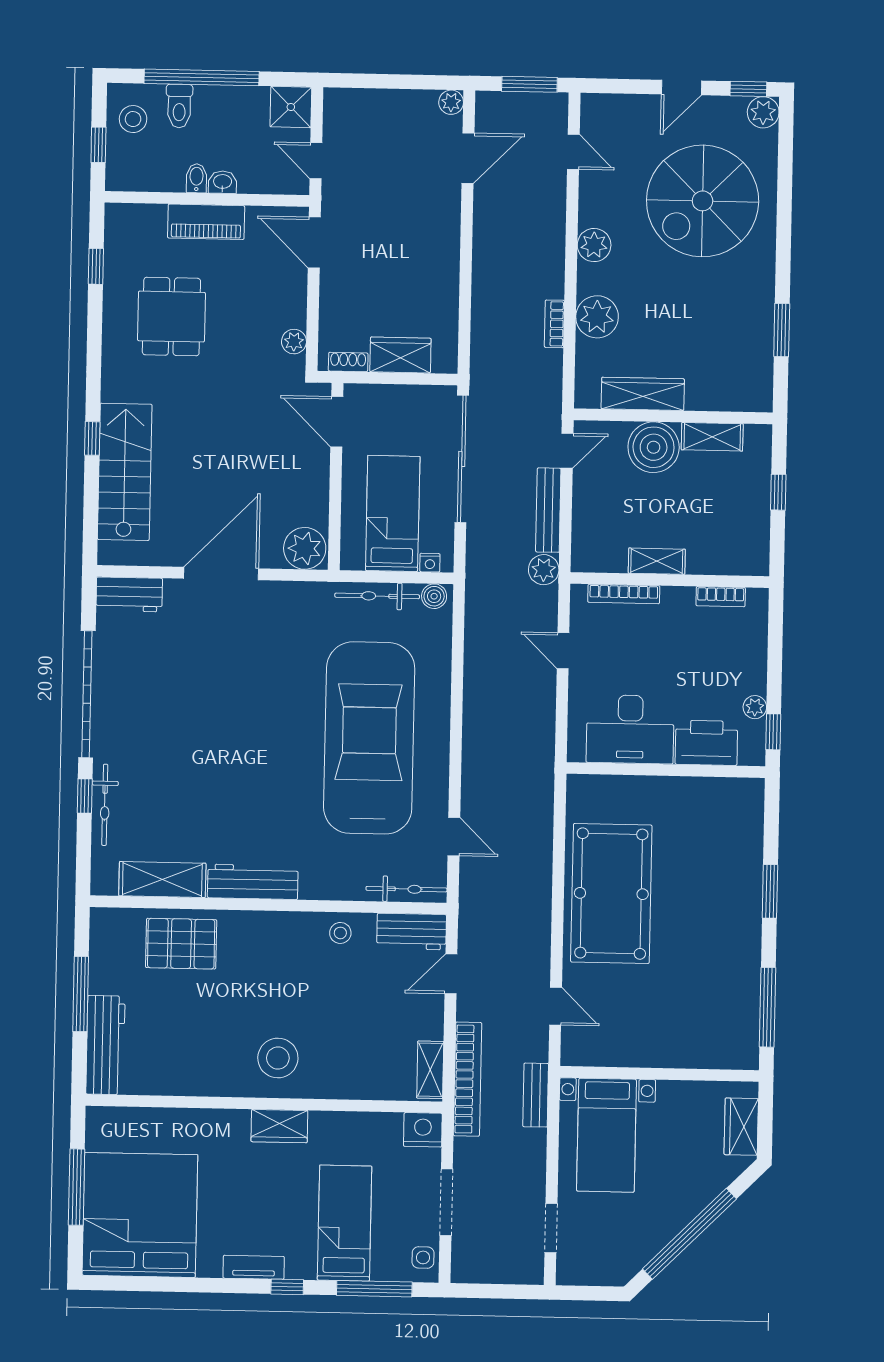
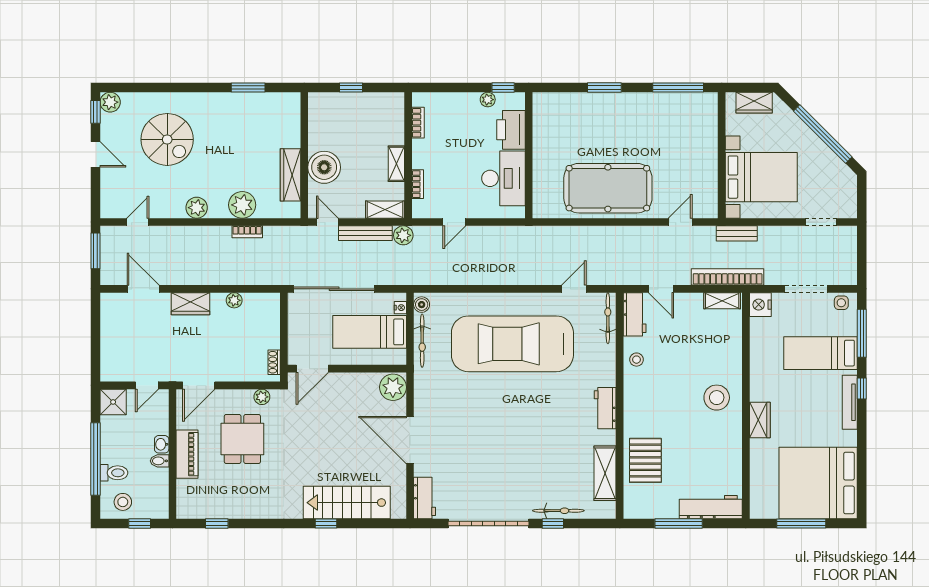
plant: (451, 102) -> (234, 300), moved
spiral stairs: (703, 201) -> (167, 139), width x0.73, depth x0.73
dining table: (171, 317) -> (242, 439), moved, turned 90
wardrobe: (400, 355) -> (190, 304), moved, turned -90
shelving: (712, 437) -> (385, 210), moved, turned 90
bookcase: (624, 594) -> (418, 184), width x0.64
workbench: (253, 882) -> (605, 408), width x0.73
wardrobe: (279, 1126) -> (760, 420), moved
bed with nightstands: (606, 1135) -> (761, 177), width x1.36
tv unit: (254, 1267) -> (850, 402), width x1.41

